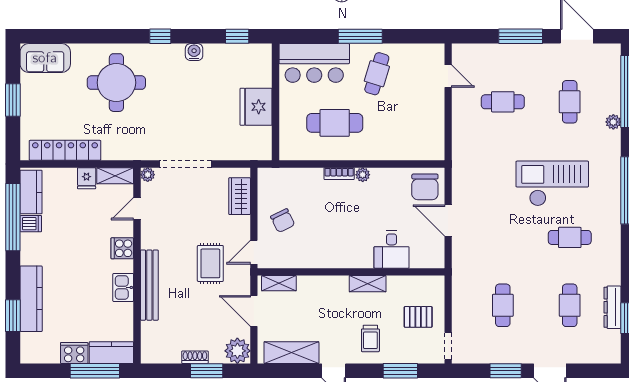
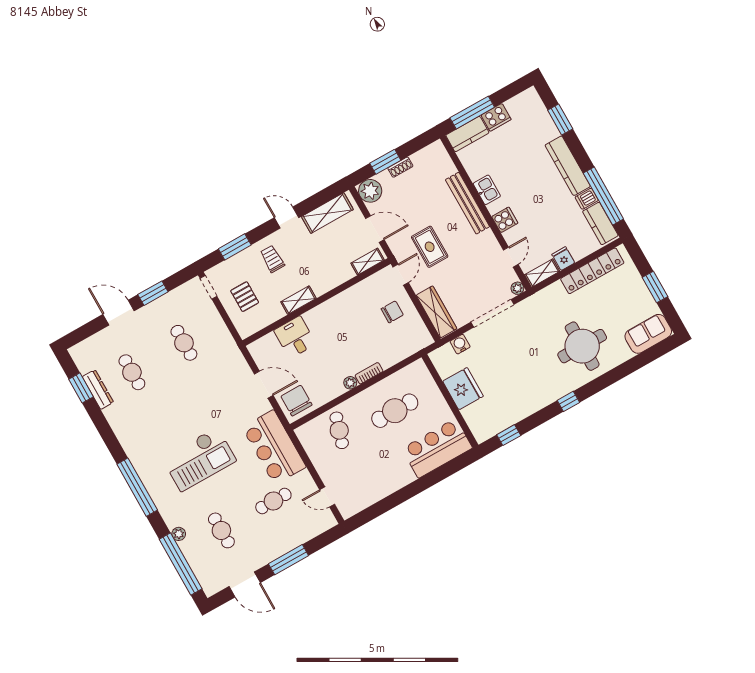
window: (360, 36) -> (413, 489), removed
water cooler: (194, 52) -> (460, 344), moved, turned 180
cafe table: (377, 74) -> (339, 430), moved
bar counter: (472, 154) -> (274, 447), added
wardrobe: (240, 196) -> (436, 312), width x1.50
chair: (283, 221) -> (392, 312), turned 116
cafe table: (570, 237) -> (162, 425), removed
kitchen counter: (31, 299) -> (568, 166), moved
pallet: (418, 317) -> (245, 297), turned 90

